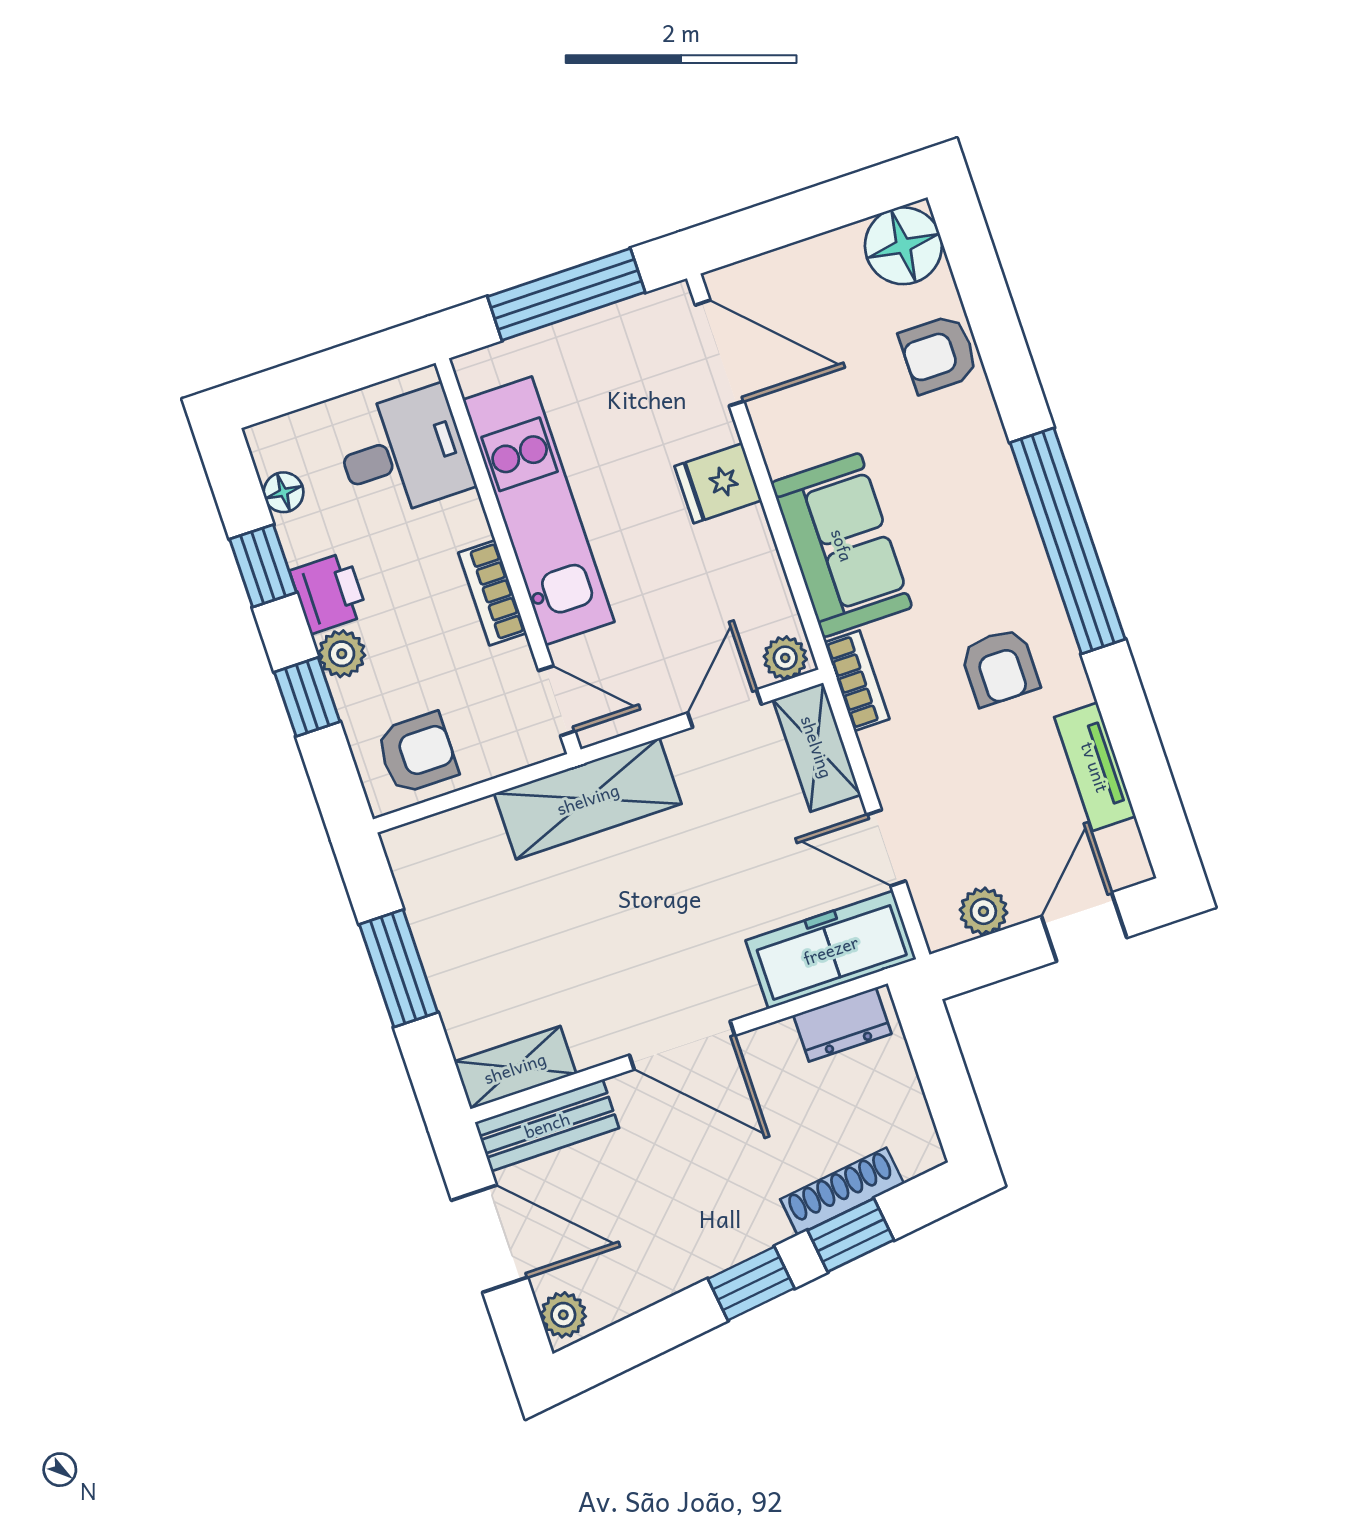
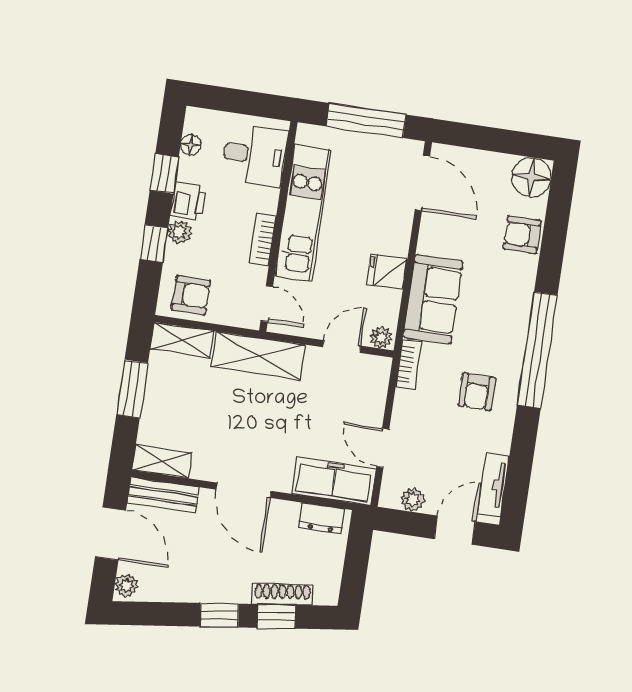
fridge: (718, 483) -> (387, 272), moved
shelving: (817, 747) -> (182, 340), moved, turned 90
tv unit: (1095, 767) -> (493, 484), moved

